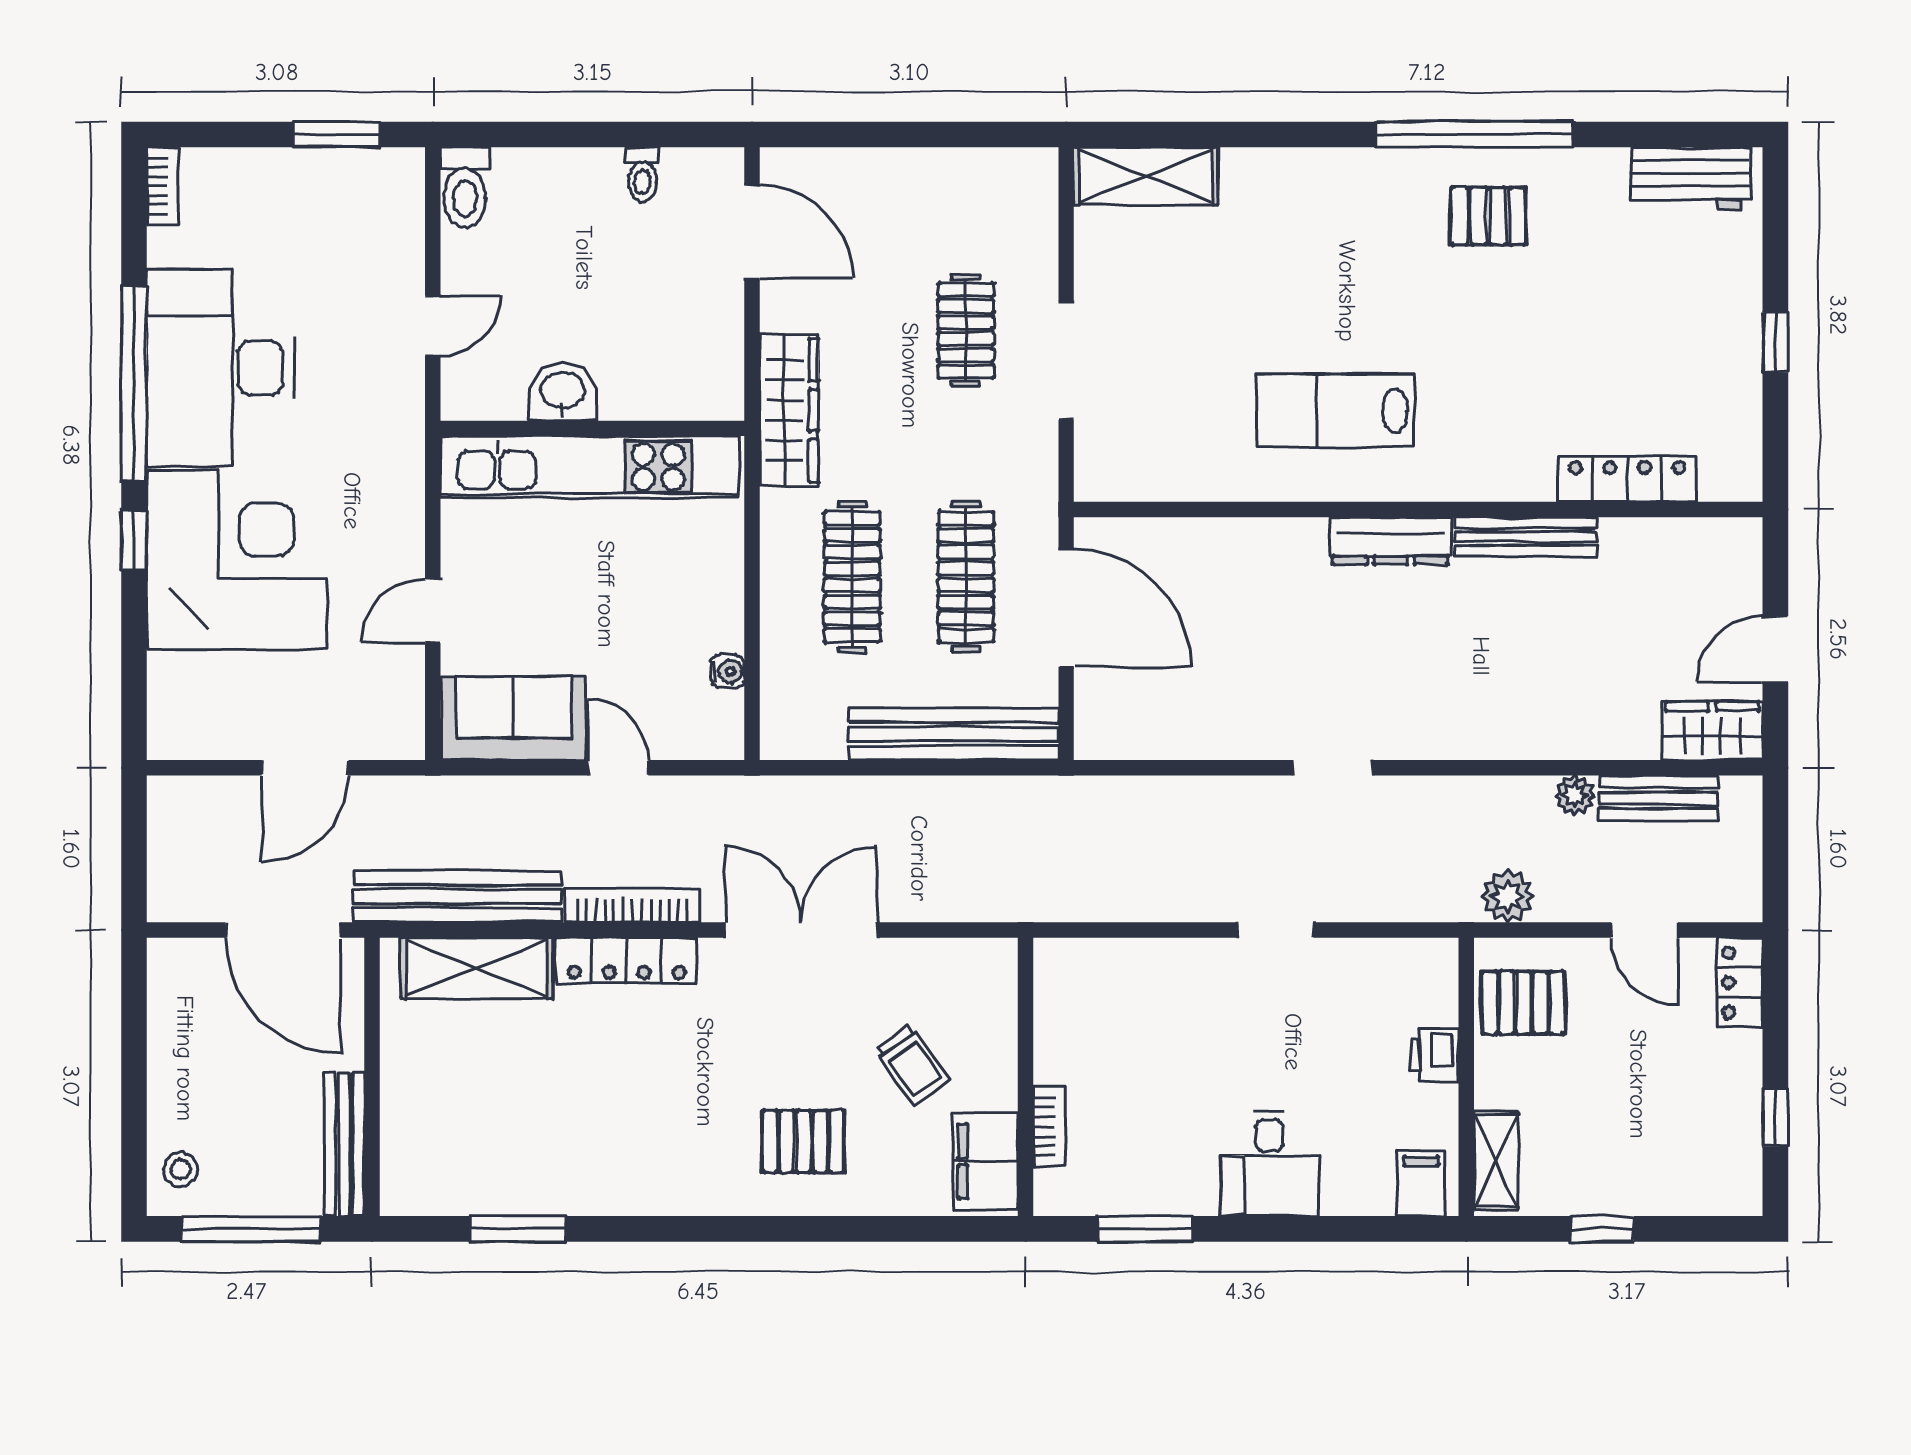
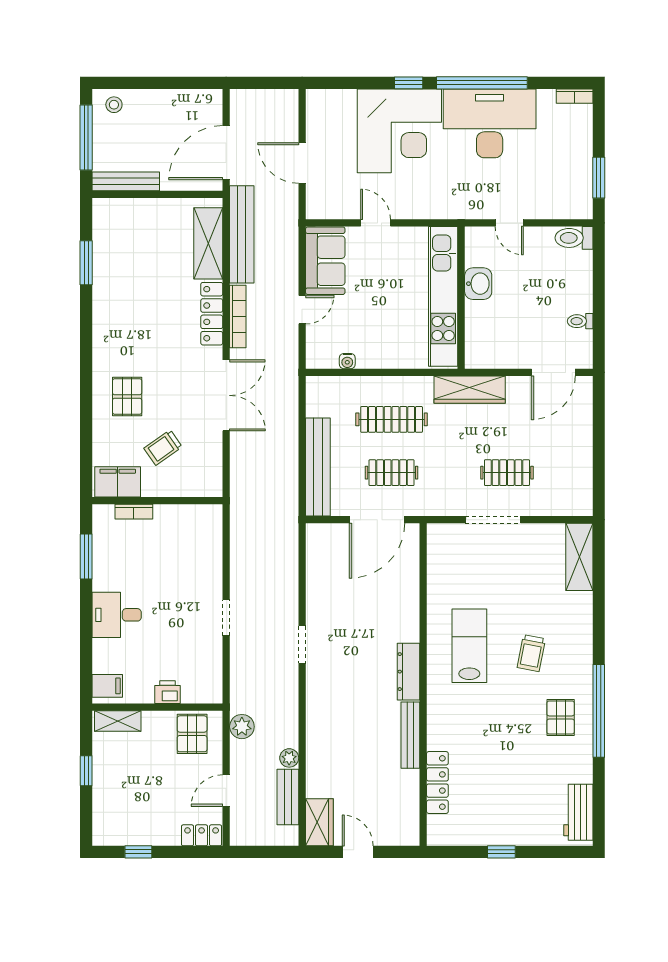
trolley: (1351, 279) -> (531, 653), added
clothes rail: (966, 577) -> (392, 473), width x0.73

